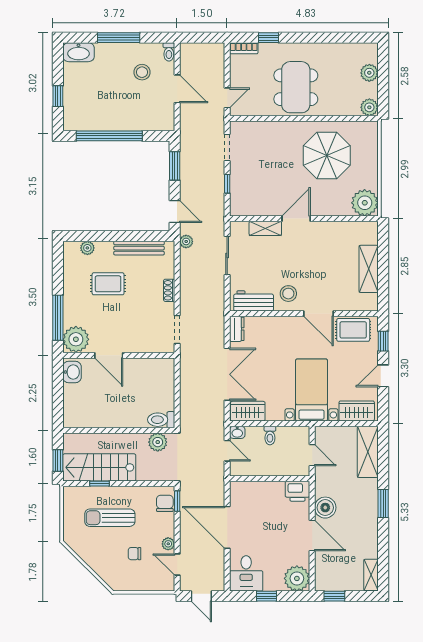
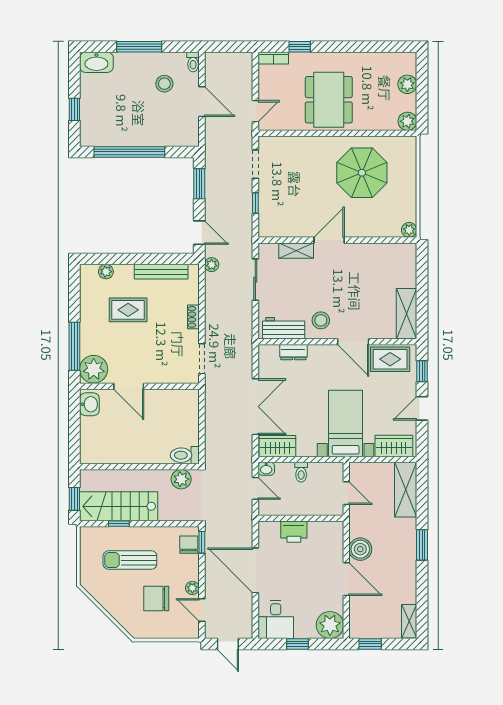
plant: (365, 203) -> (409, 230), width x0.53, depth x0.53
shelving: (369, 269) -> (407, 314), moved
dresser: (237, 329) -> (293, 352), moved, turned 90
printer: (297, 491) -> (294, 532), moved
chair: (134, 554) -> (156, 598), width x1.87, depth x1.87

